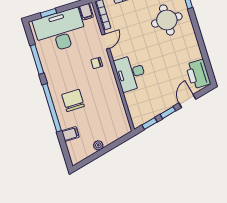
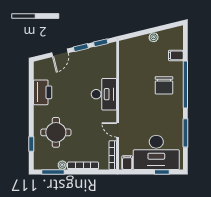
door: (106, 42) -> (118, 130), hinge flipped
chair: (97, 63) -> (132, 113), removed
printer: (198, 74) -> (43, 92), moved

